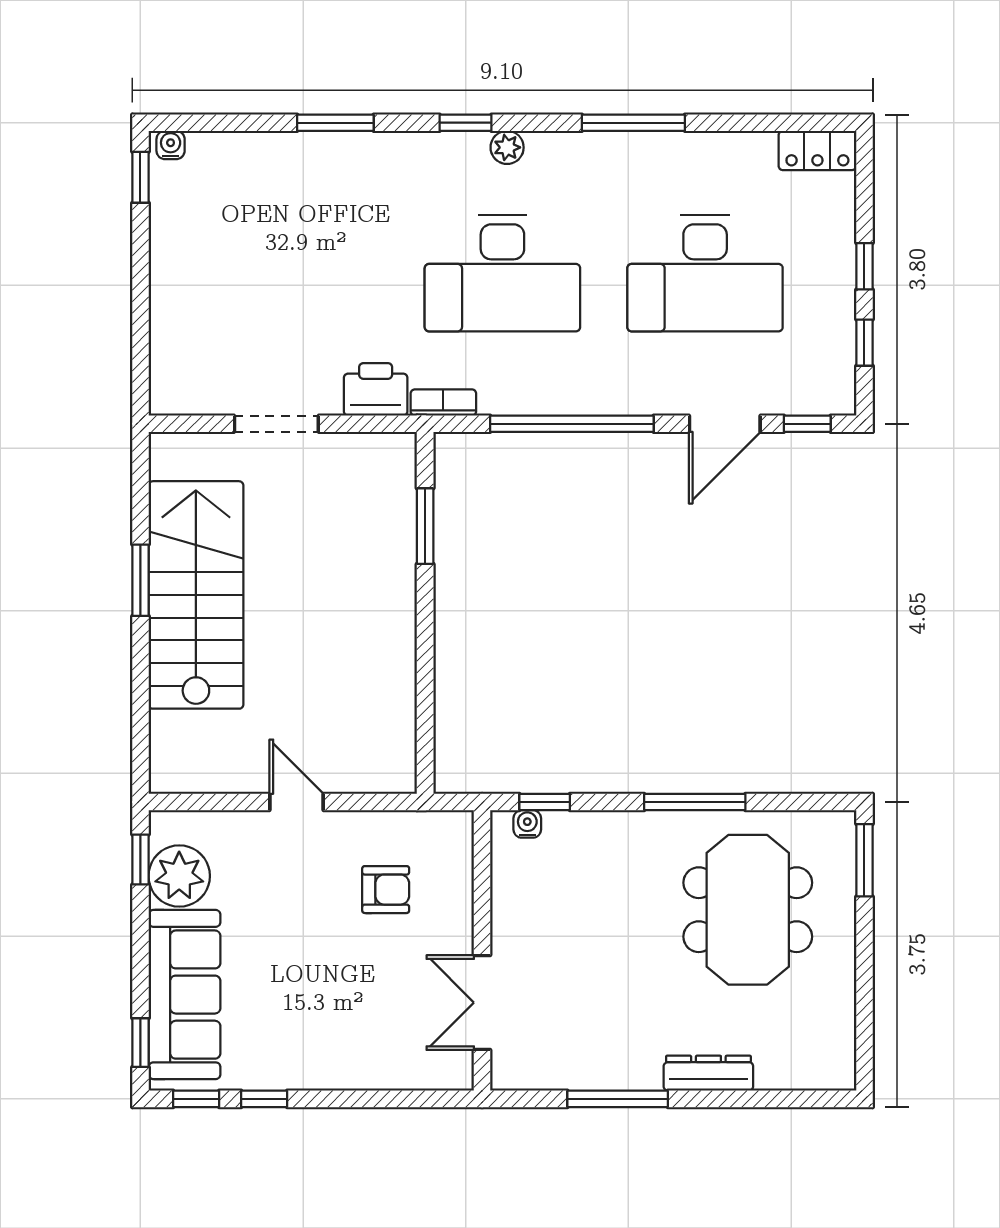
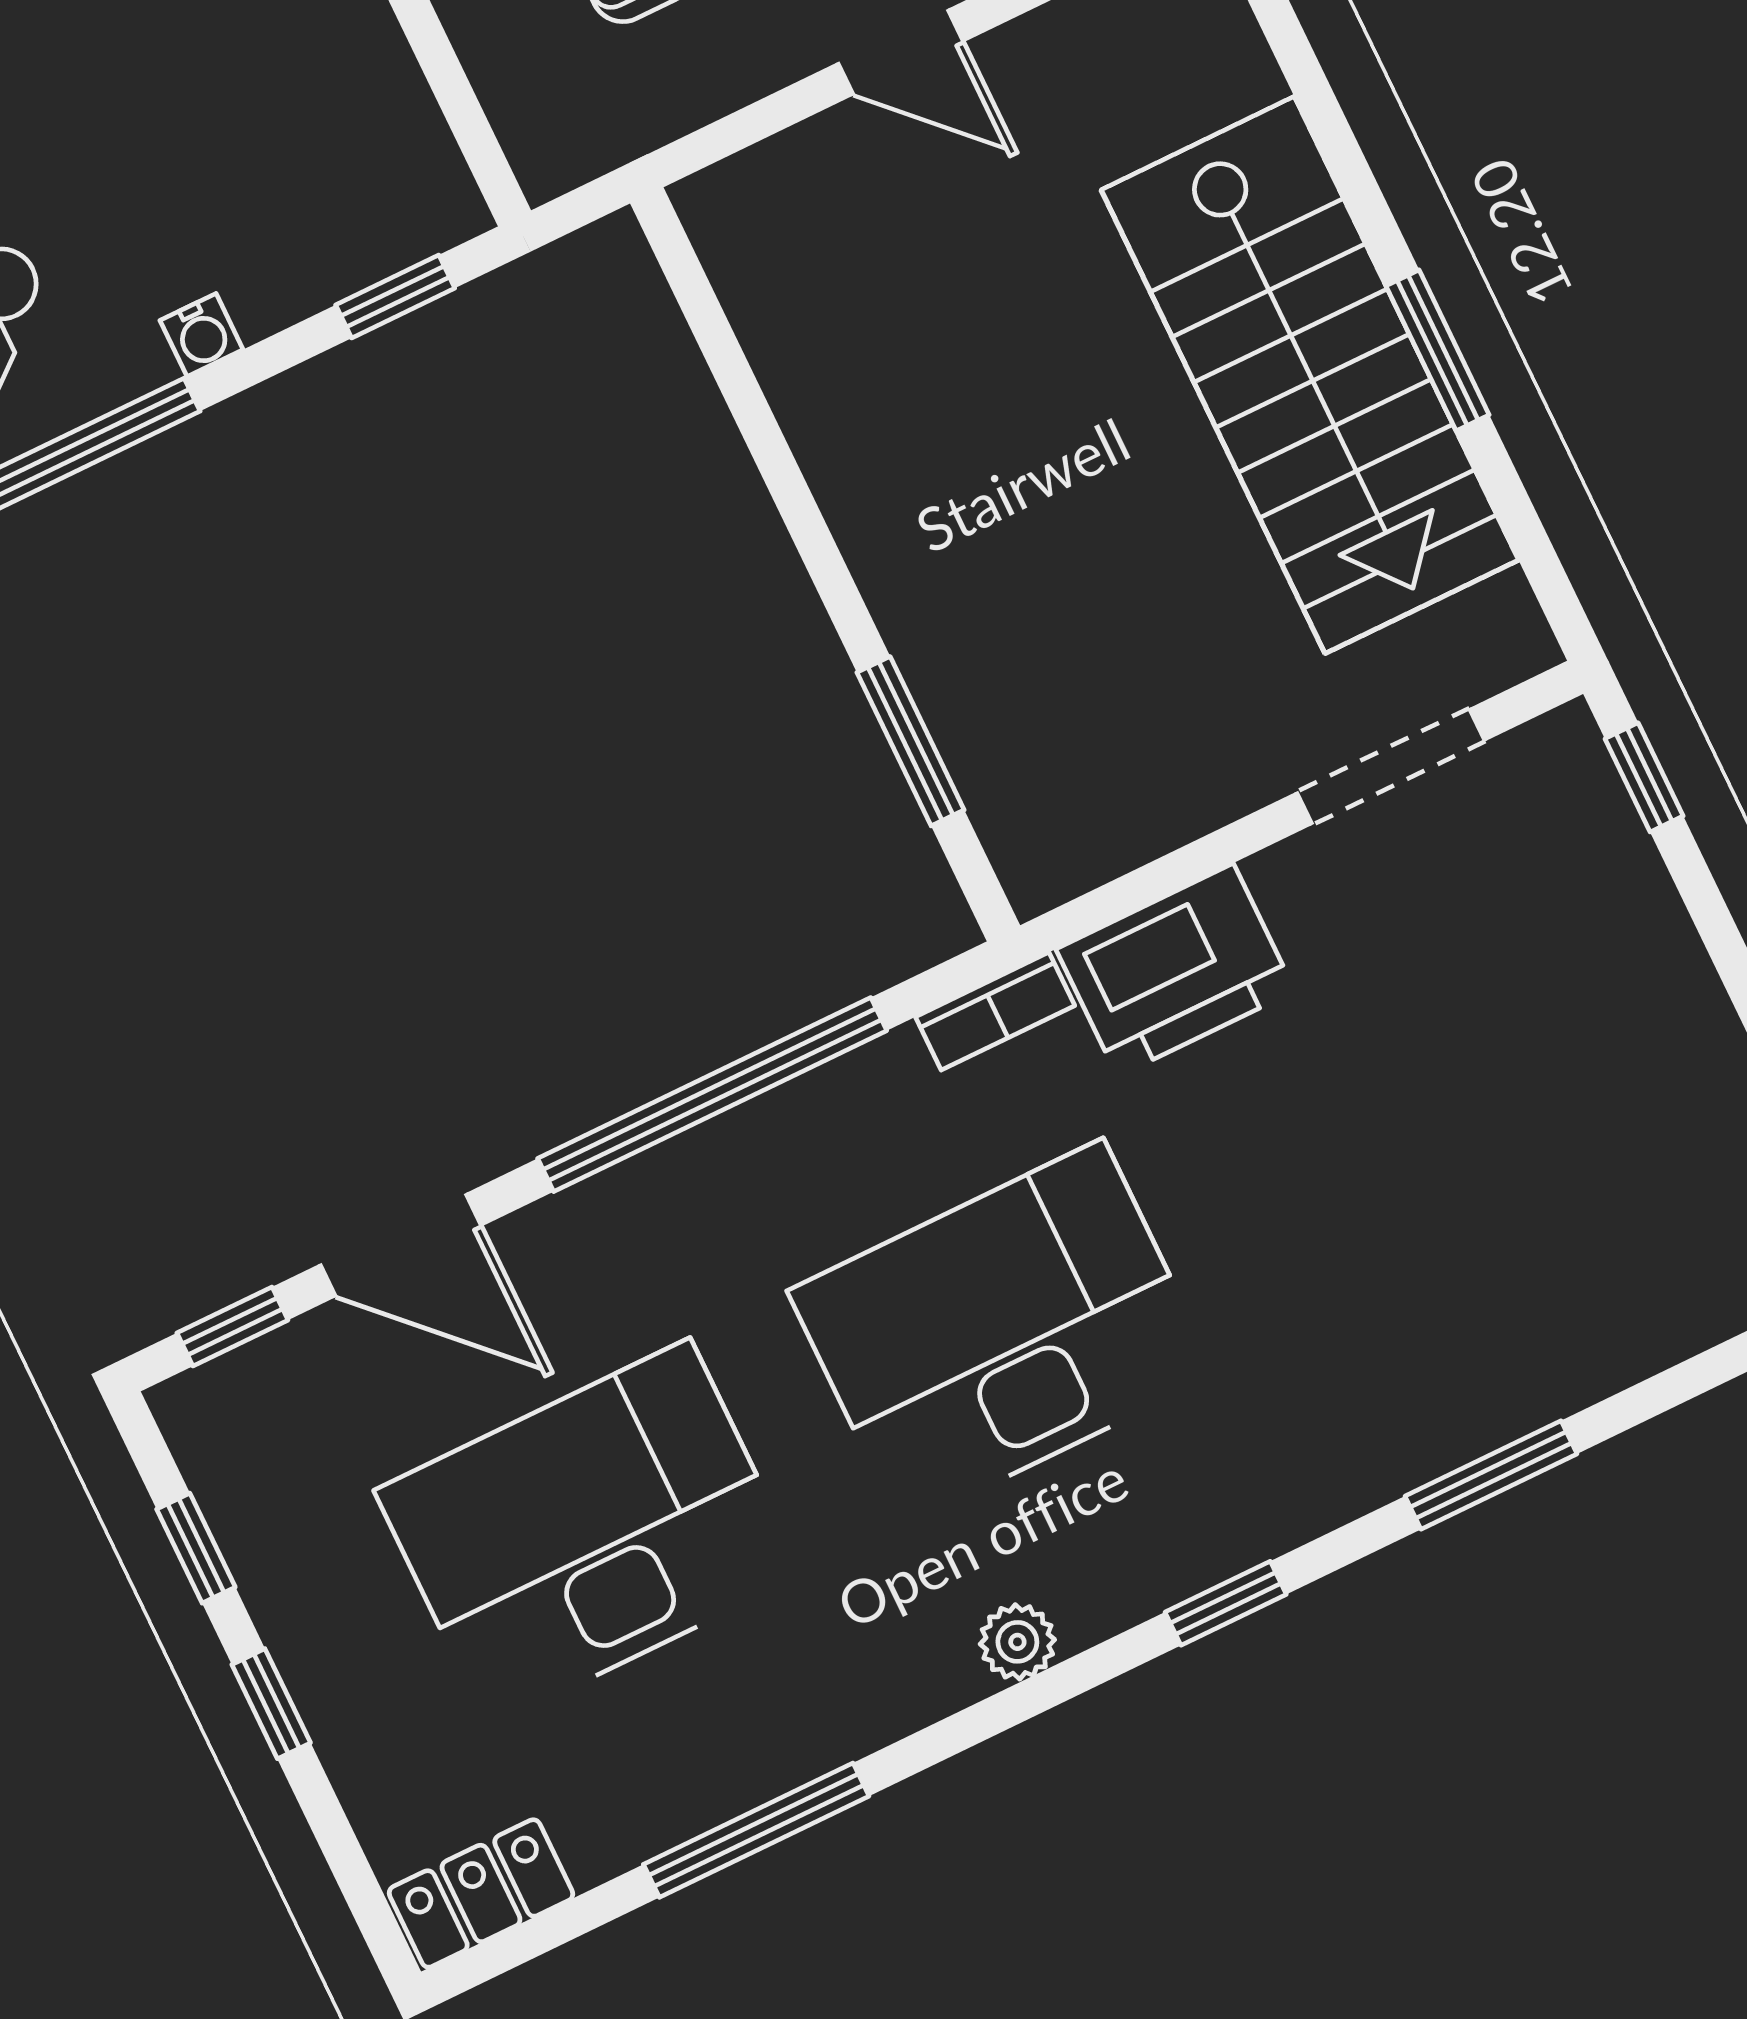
window: (633, 123) -> (756, 1830), moved
plant: (507, 147) -> (1017, 1642), moved
window: (140, 371) -> (1644, 777), added
printer: (376, 389) -> (1175, 970), width x1.37, depth x1.19
doorway: (276, 424) -> (1391, 767), moved
door: (725, 424) -> (401, 1245), swing flipped
water cooler: (527, 824) -> (202, 335), moved

